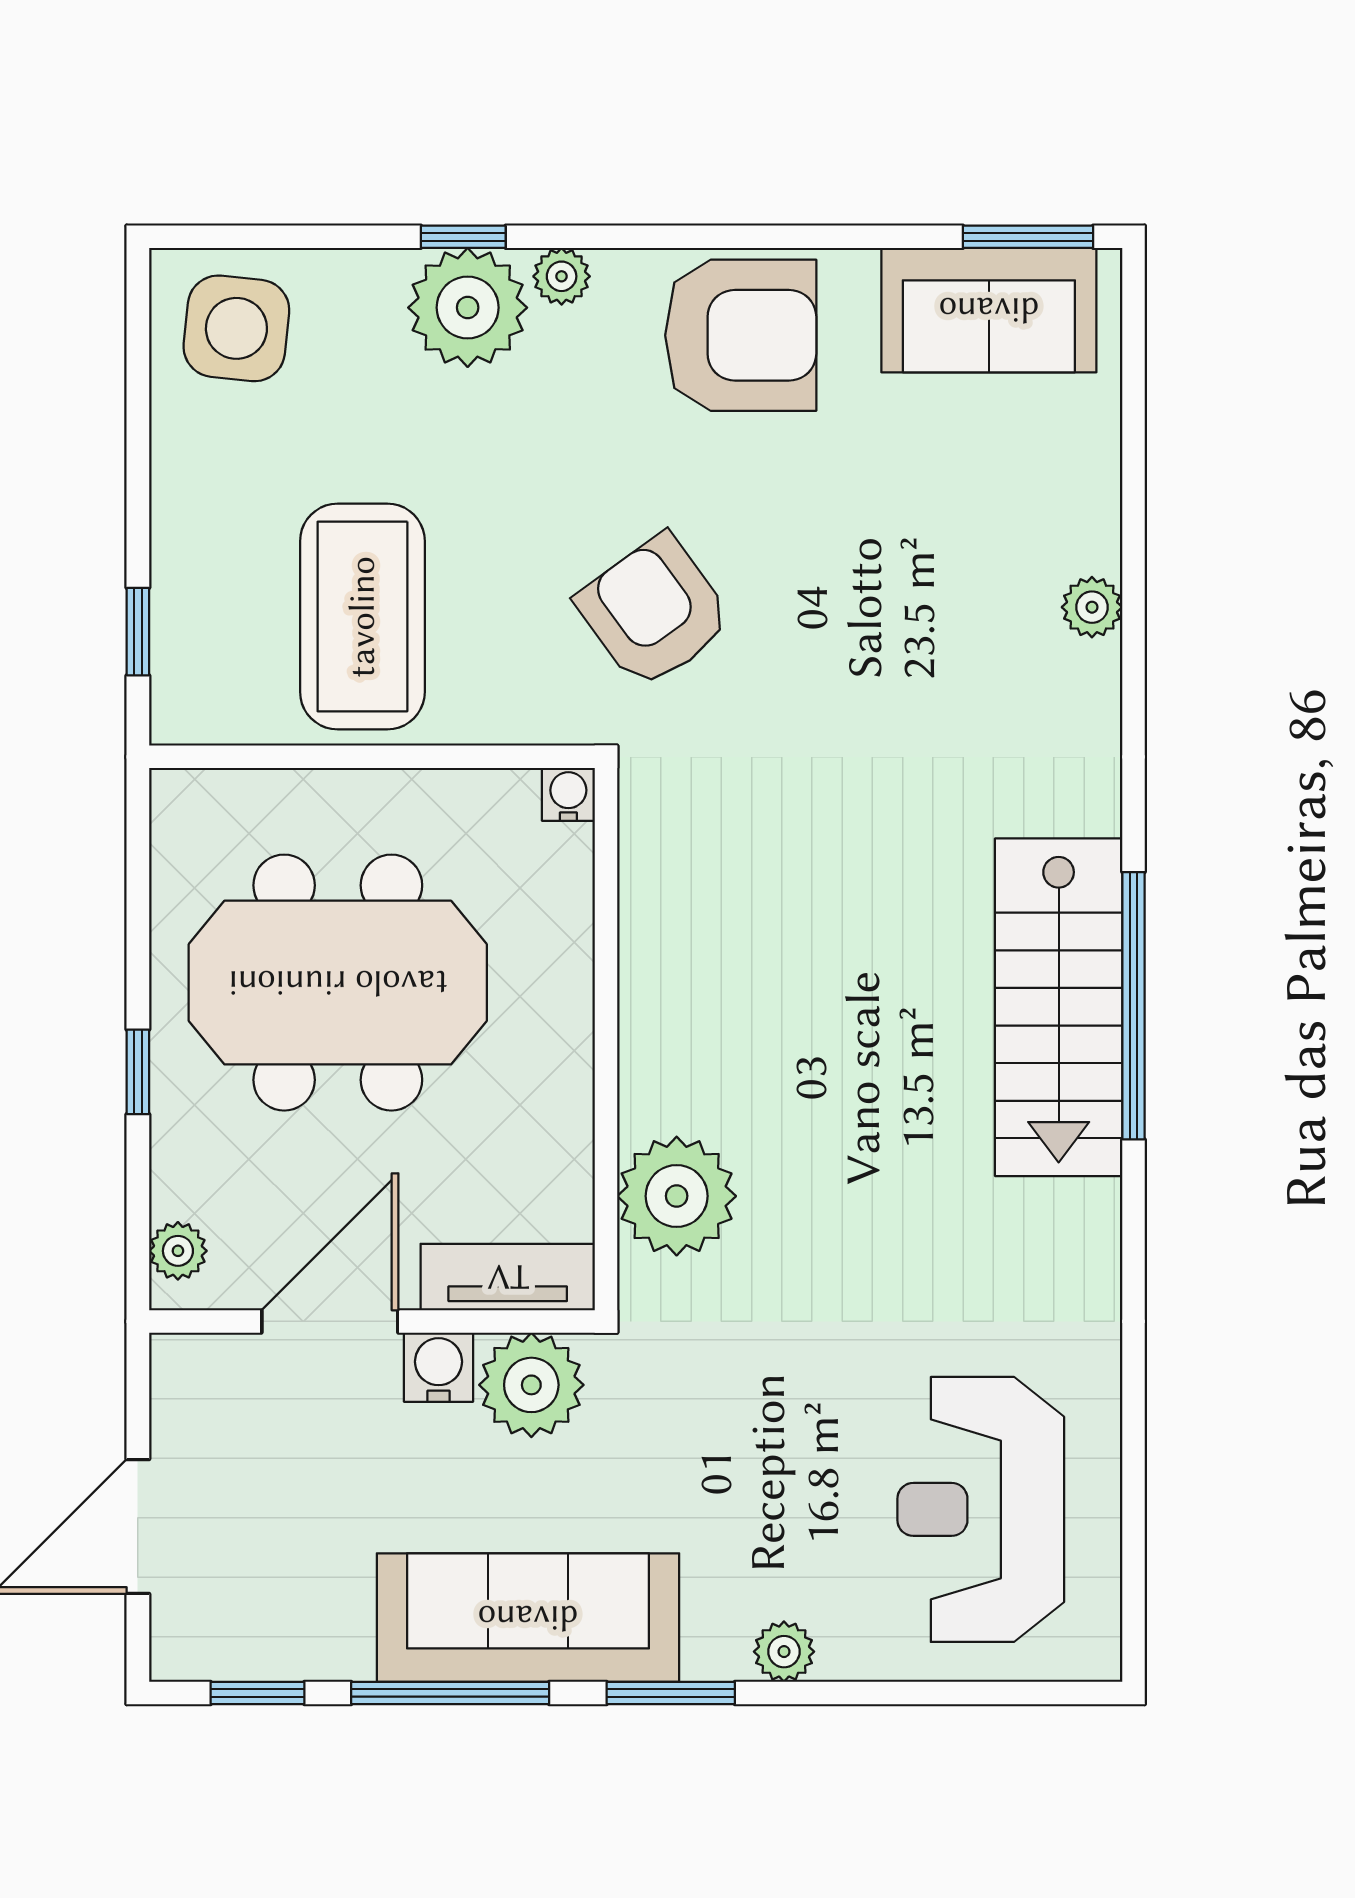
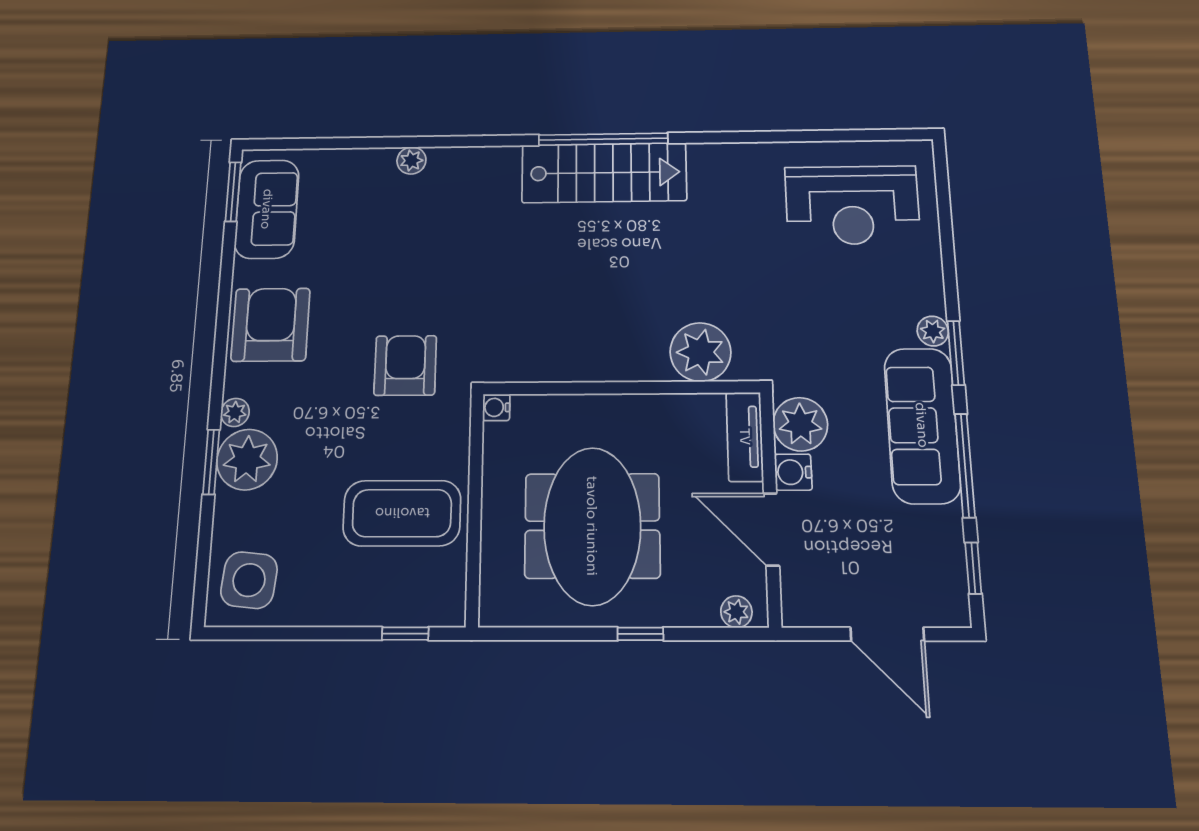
window: (463, 237) -> (211, 462), width x1.50
armchair: (654, 612) -> (405, 365), turned 126
plant: (784, 1652) -> (933, 331), moved

